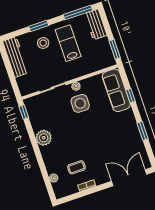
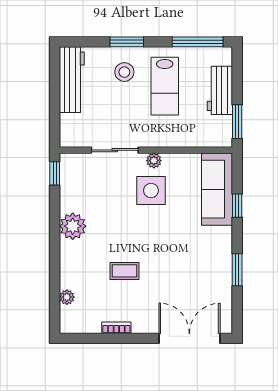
workbench: (96, 24) -> (220, 90), moved
lab bench: (68, 43) -> (165, 86), turned 180
coffee table: (76, 167) -> (124, 271), moved

